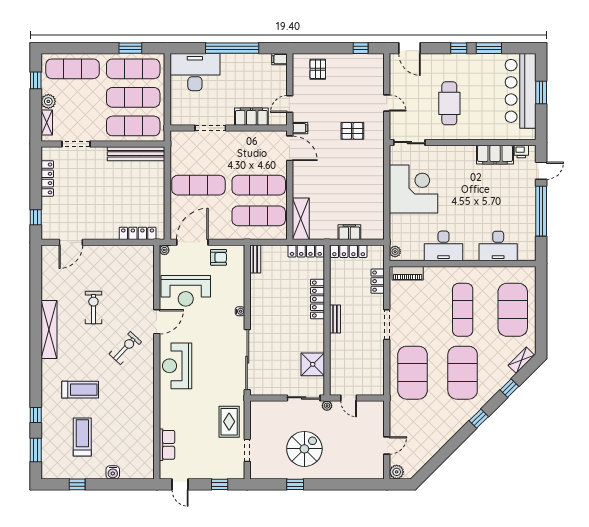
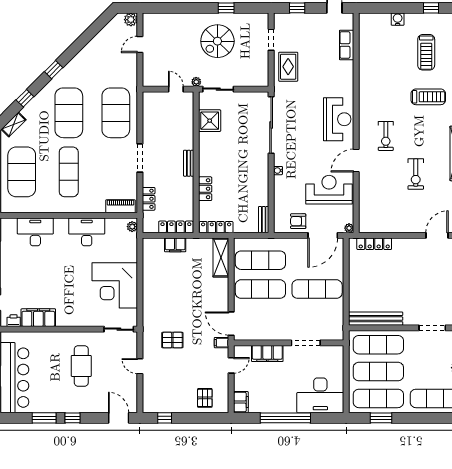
filing cabinet: (279, 59) -> (241, 402), width x2.00
locker: (317, 299) -> (205, 189), width x0.66
exercise bike: (125, 348) -> (386, 136), turned -43
treadmill: (80, 390) -> (428, 97), turned 180

